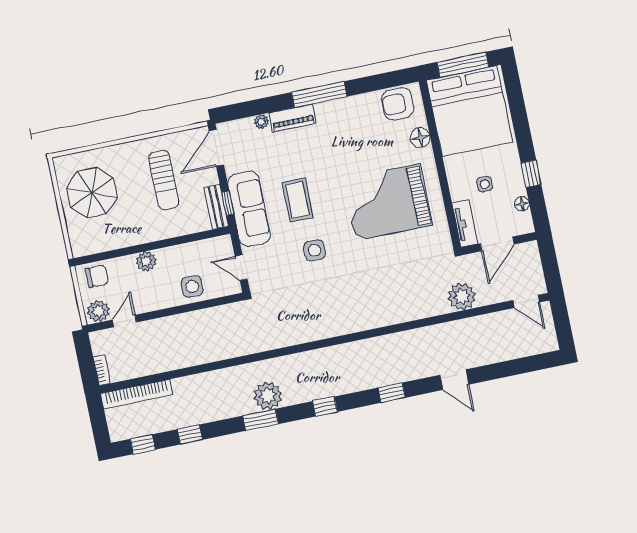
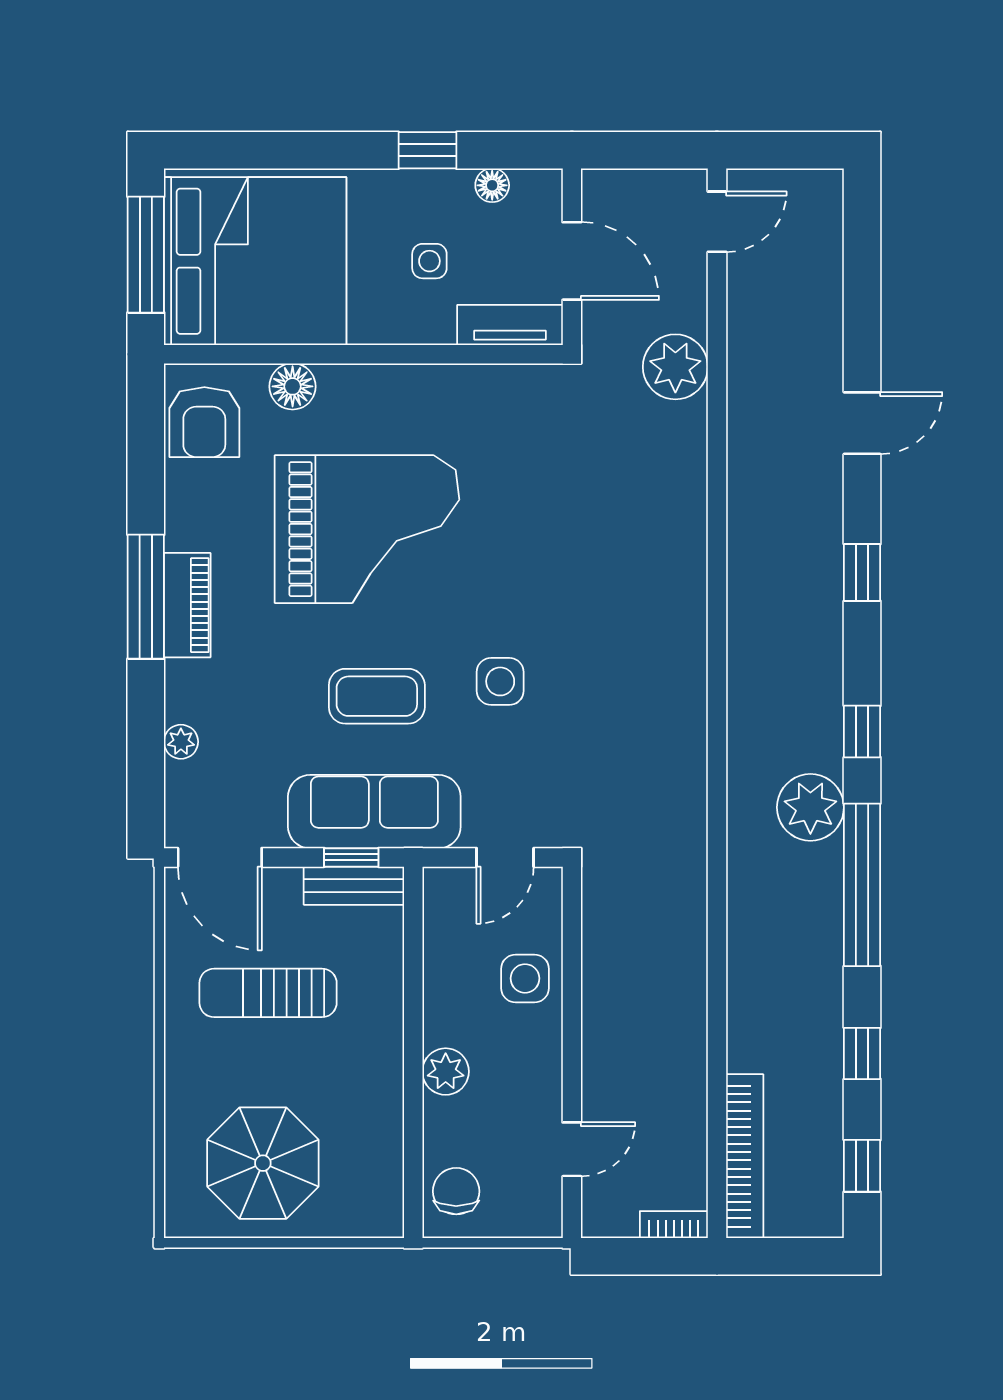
piano: (293, 118) -> (187, 605), moved
sun lounger: (164, 180) -> (268, 993), turned 180
grand piano: (388, 202) -> (367, 529), moved, turned -90
plant: (98, 311) -> (537, 1204), removed
door: (125, 321) -> (572, 1149), swing flipped
plant: (268, 396) -> (810, 807), moved
window: (261, 420) -> (862, 885), width x2.11

